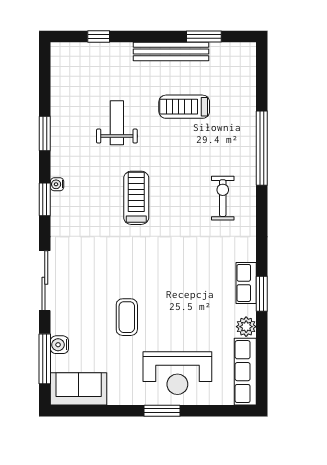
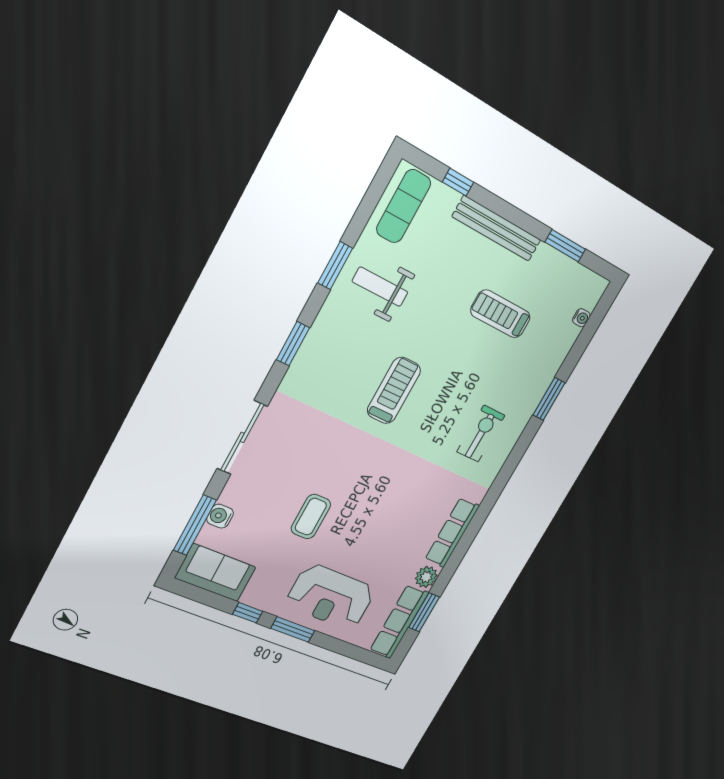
bench: (171, 51) -> (497, 228), moved
exercise mat: (70, 72) -> (404, 206), added
weight bench: (117, 123) -> (380, 287), moved, turned -90
window: (262, 148) -> (549, 399), width x0.47
water cooler: (57, 184) -> (581, 318), moved, turned 180
row of seats: (246, 283) -> (452, 532), width x1.48
window: (262, 294) -> (424, 612), moved
window: (120, 411) -> (248, 613), added

